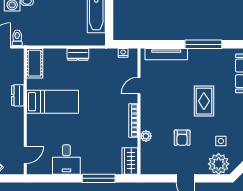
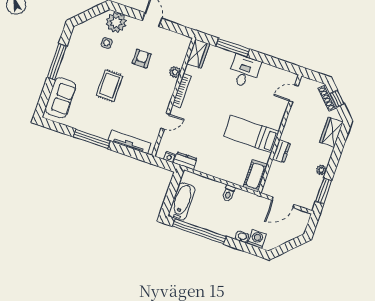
toilet: (17, 38) -> (229, 193), moved
dresser: (78, 54) -> (185, 161), moved
desk: (66, 159) -> (244, 71), moved

